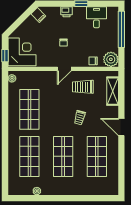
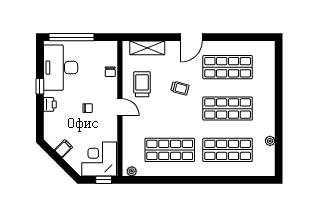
filing cabinet: (38, 15) -> (64, 149), moved
desk: (96, 17) -> (61, 68), width x1.87, depth x1.30
plant: (111, 59) -> (108, 50), removed
trolley: (83, 87) -> (142, 84), turned 180

